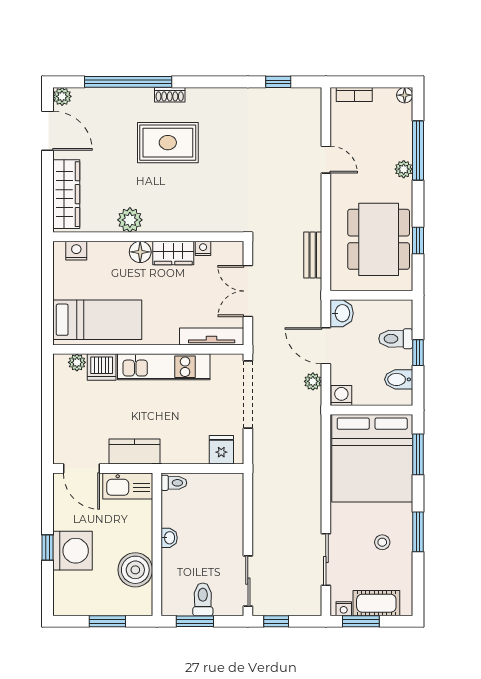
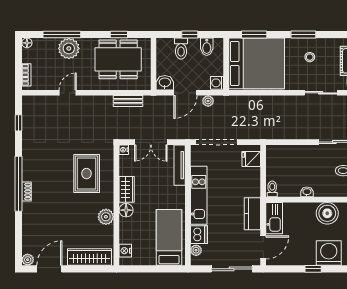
window: (128, 82) -> (18, 184), moved
rug: (168, 143) -> (87, 174), moved
plant: (404, 169) -> (69, 48), width x1.87, depth x1.87
nightstand: (203, 248) -> (124, 150), moved
sliding door: (47, 419) -> (232, 269), added
washing machine: (72, 551) -> (329, 253), moved

